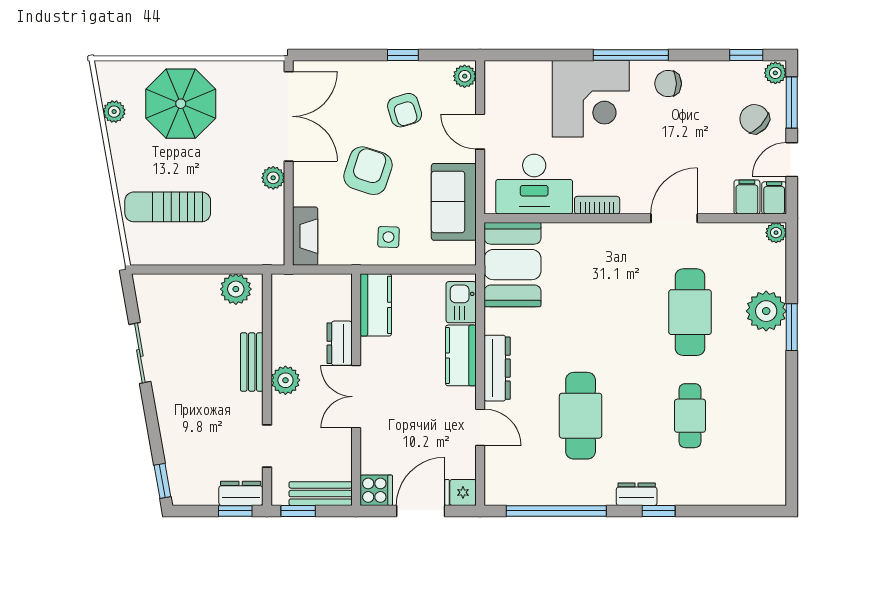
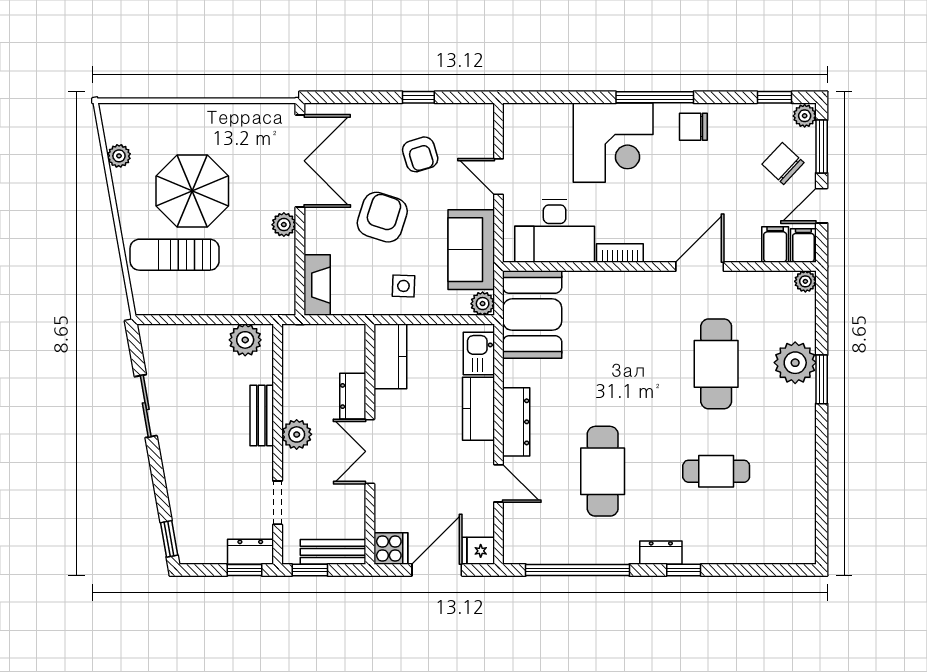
plant: (465, 76) -> (483, 304), moved
parasol: (181, 104) -> (192, 191), moved
cafe table: (690, 416) -> (716, 471), turned 90

